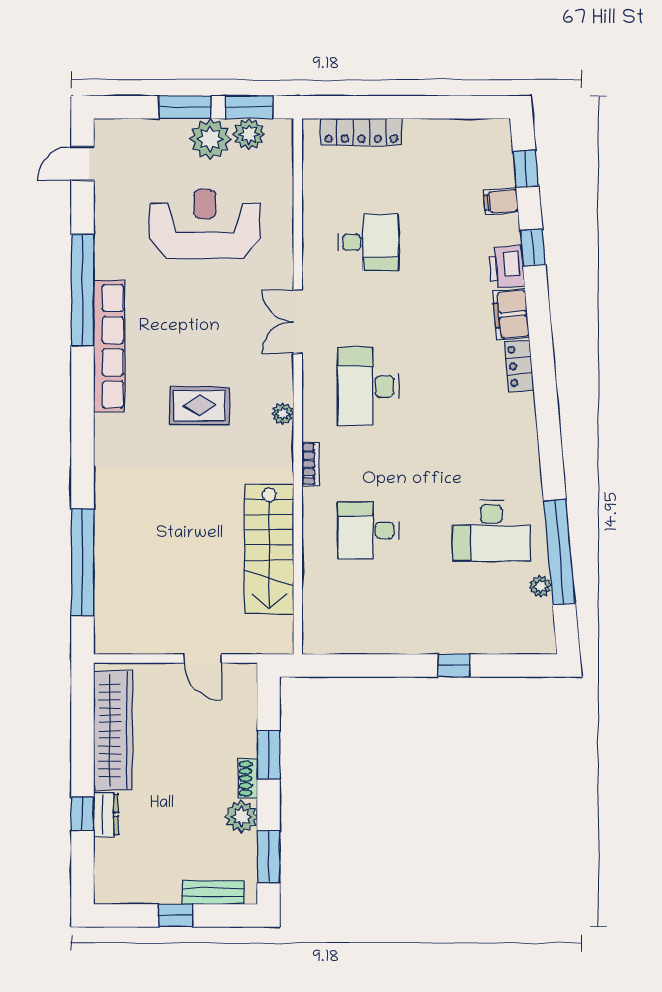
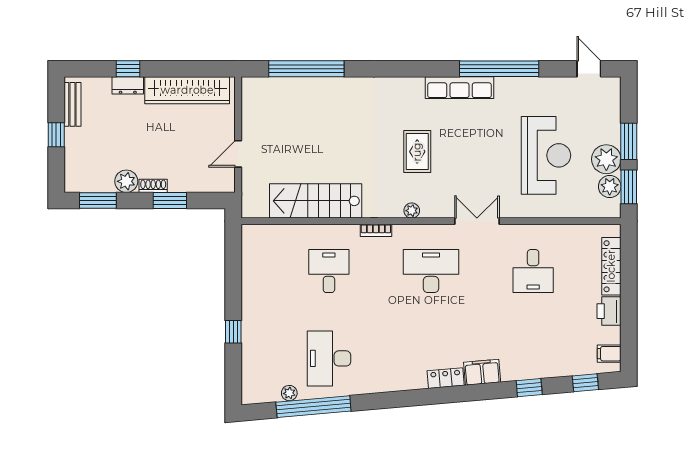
filing cabinet: (501, 201) -> (609, 354), moved, turned -85
printer: (506, 267) -> (609, 311), moved, turned -85
row of seats: (109, 346) -> (459, 88), width x0.73
bench: (213, 893) -> (72, 104), moved

